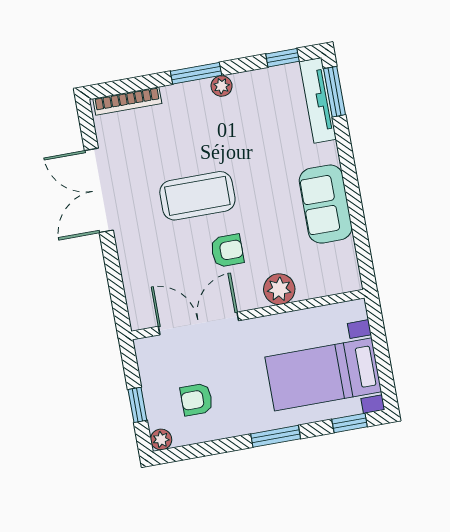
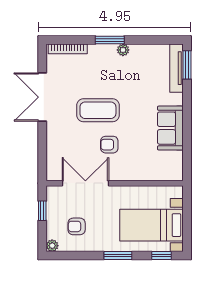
window: (282, 58) -> (161, 40), removed
armchair: (227, 251) -> (109, 145), turned 180
plant: (279, 289) -> (135, 172), removed
window: (137, 405) -> (42, 211), moved

